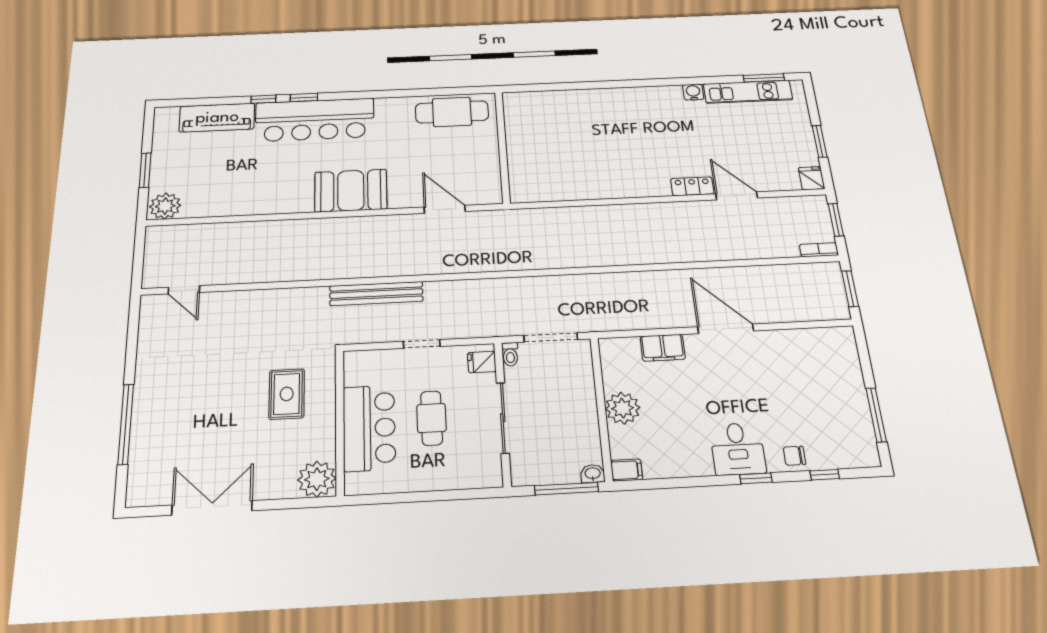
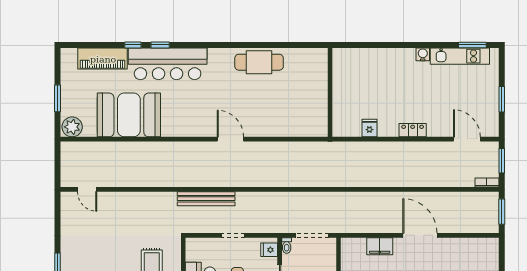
wall: (502, 147) -> (330, 92), moved
fridge: (812, 178) -> (369, 128), moved
booth: (351, 191) -> (129, 115), moved, width x1.36, depth x1.42
door: (737, 196) -> (467, 139), moved
door: (445, 209) -> (230, 139), moved

